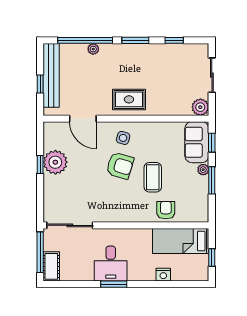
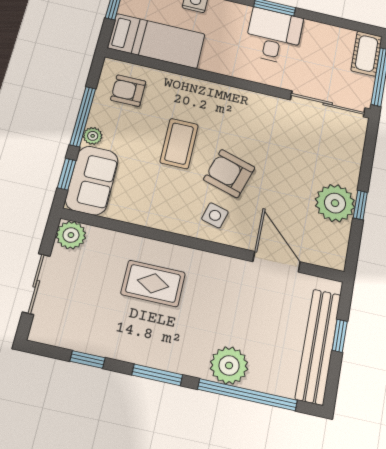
plant: (93, 49) -> (229, 365), width x1.87, depth x1.87
rug: (129, 99) -> (153, 283), moved
window: (212, 180) -> (83, 117), width x1.44
armchair: (166, 210) -> (128, 91), moved, turned 90

